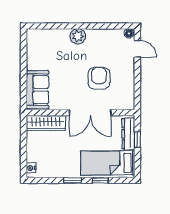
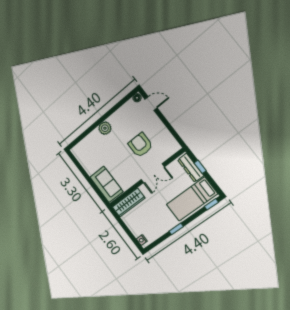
double door: (90, 113) -> (153, 173), width x0.73
window: (100, 180) -> (211, 204), moved

